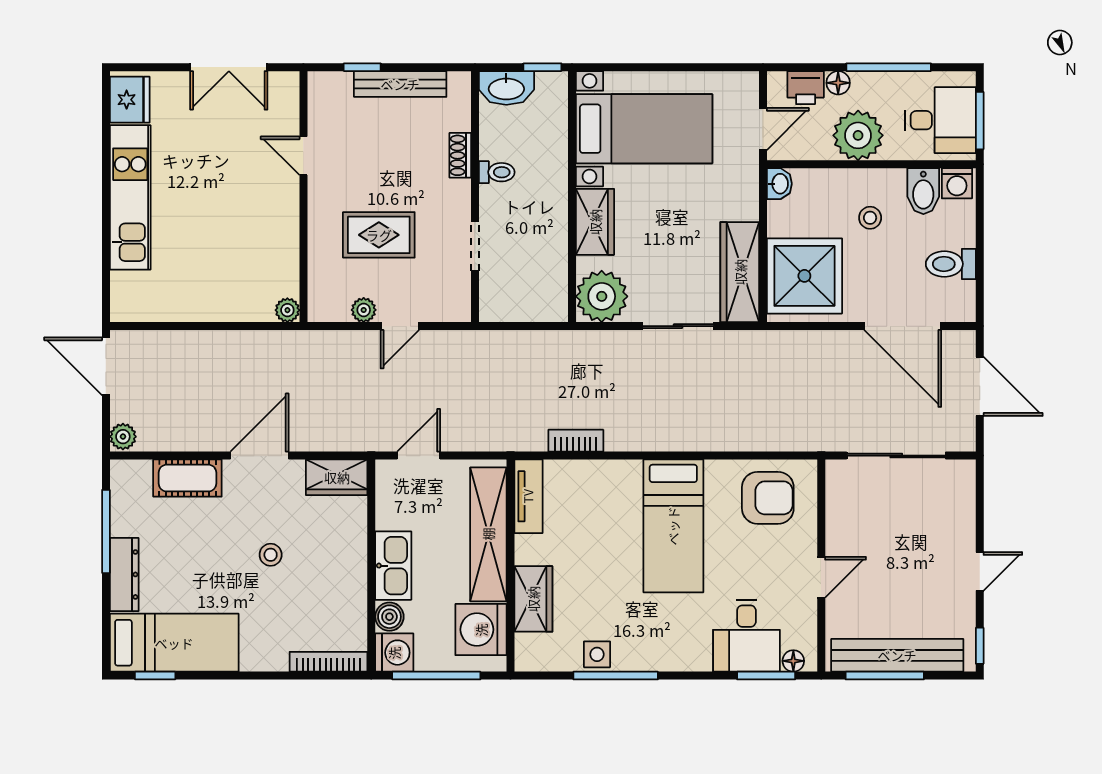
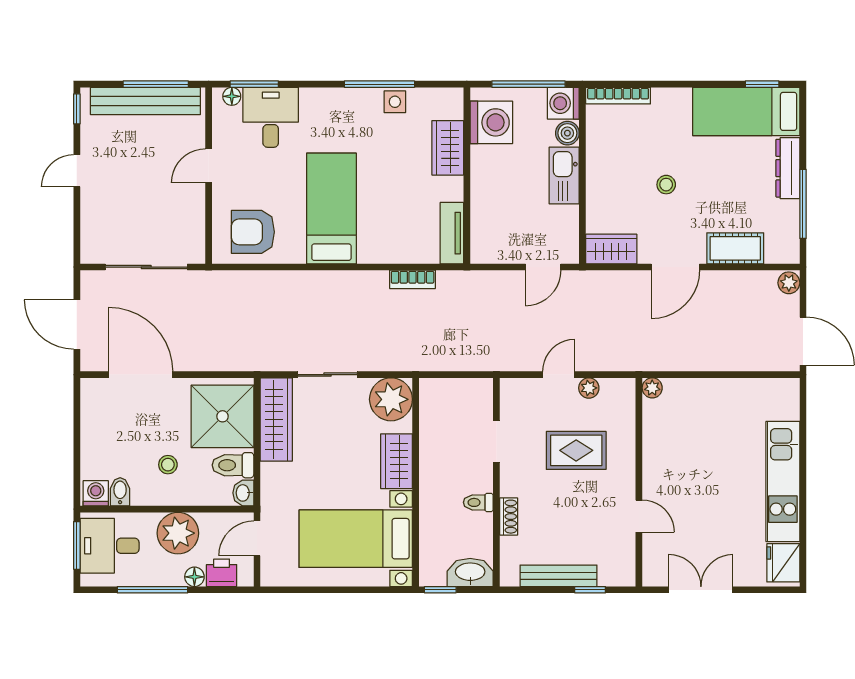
bidet: (923, 191) -> (120, 492), width x0.72, depth x0.74
toilet: (951, 264) -> (233, 465), moved, turned 180
shelving: (488, 534) -> (485, 201), removed

